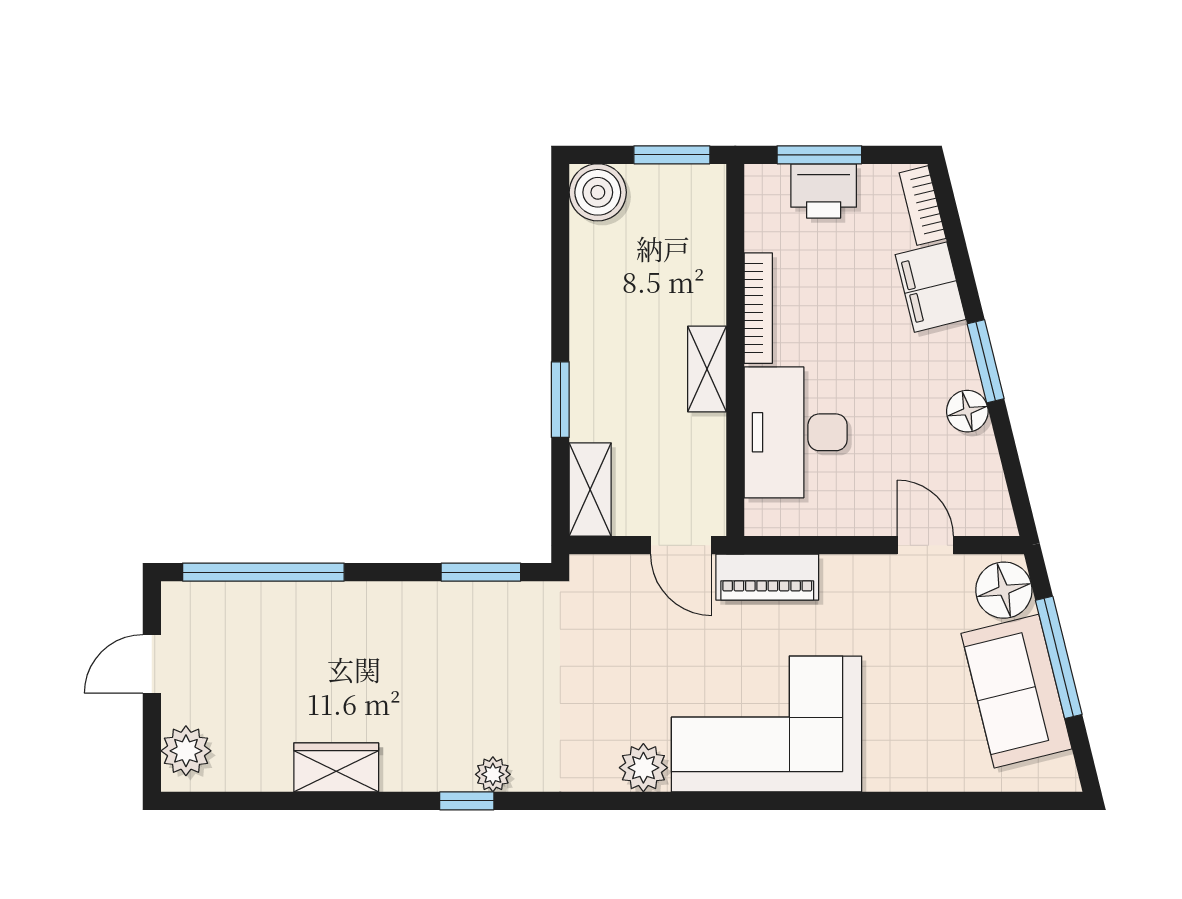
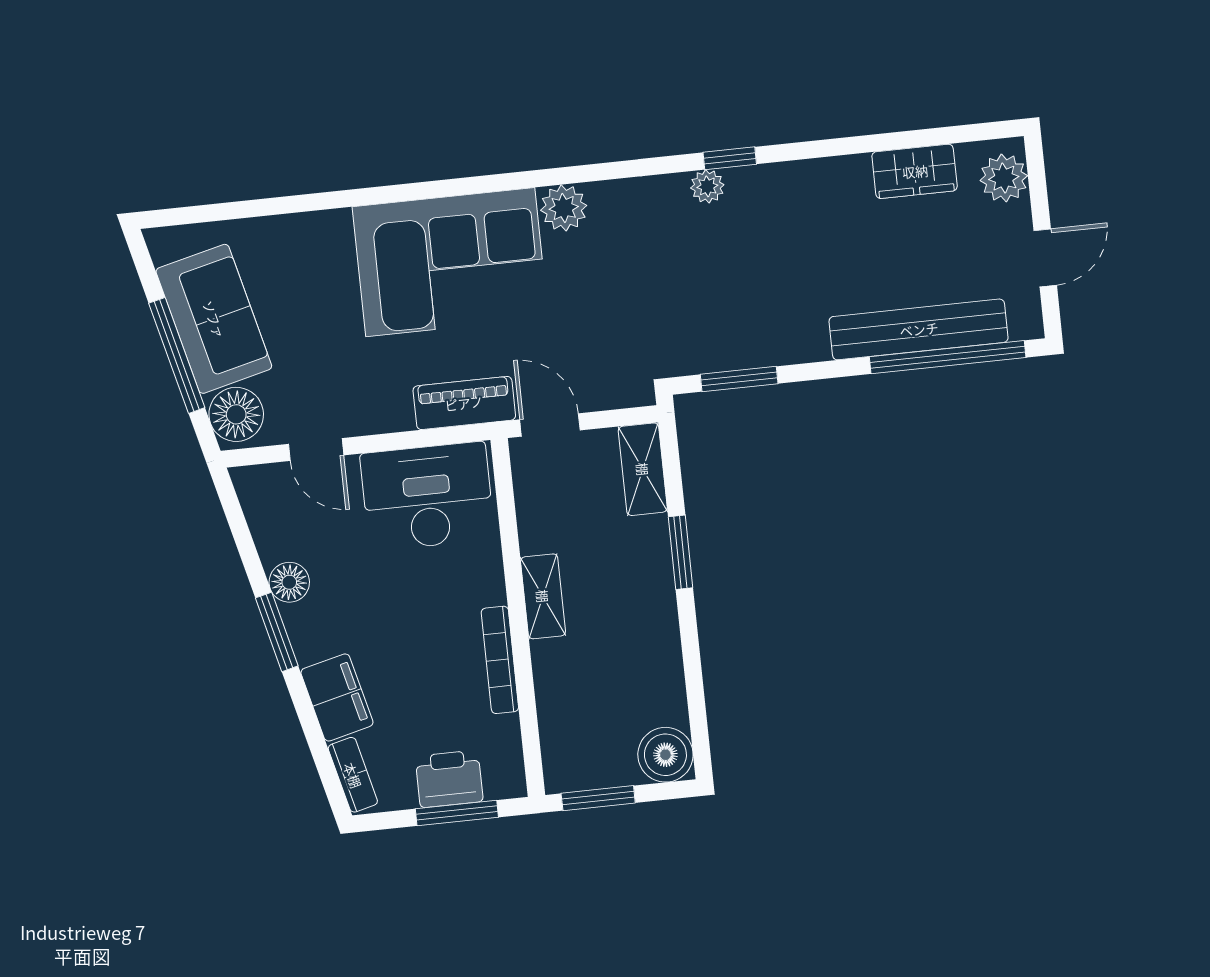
desk: (796, 432) -> (427, 496), moved, turned -90
bench: (290, 604) -> (919, 329), added
wardrobe: (336, 767) -> (915, 171), moved

